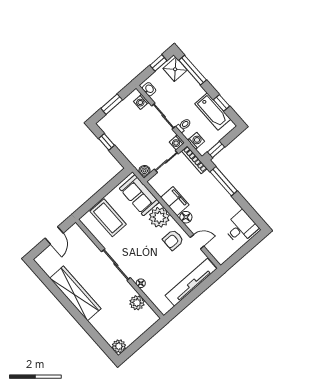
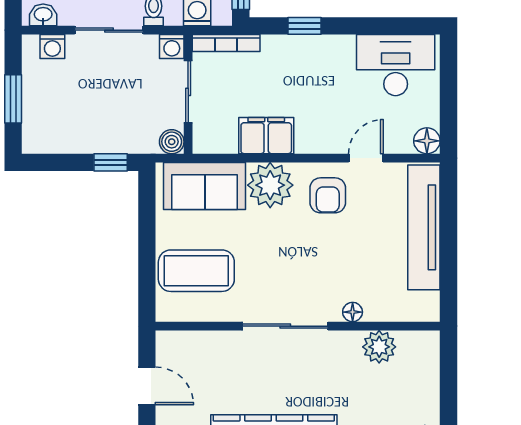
window: (106, 142) -> (111, 162), moved
window: (224, 181) -> (305, 26), width x0.46
floor lamp: (186, 217) -> (427, 141), moved
desk: (241, 228) -> (396, 65), width x1.37

